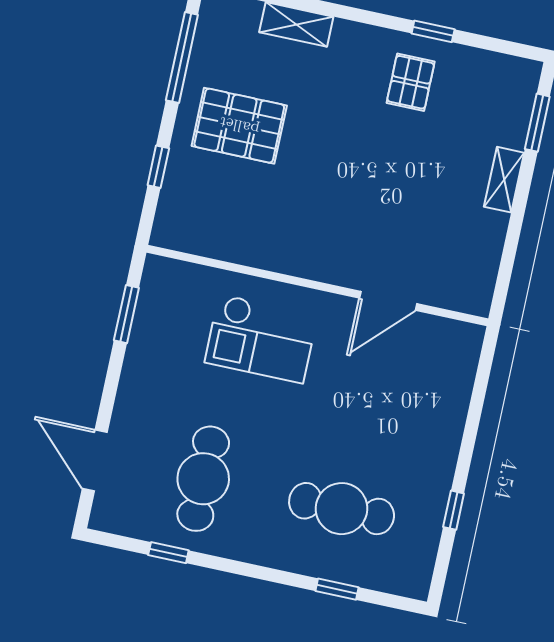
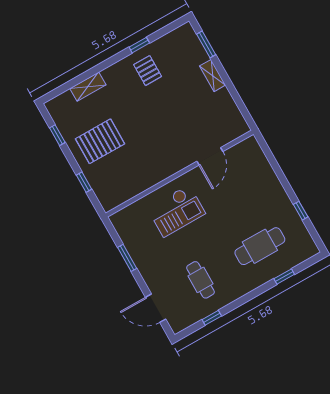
window: (182, 57) -> (57, 135), width x0.46
window: (126, 314) -> (127, 258), moved
cafe table: (203, 479) -> (200, 280), width x0.73, depth x0.74

